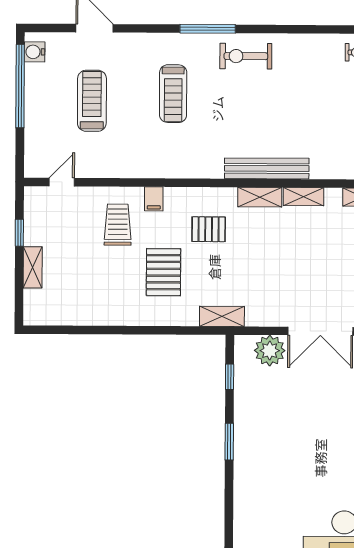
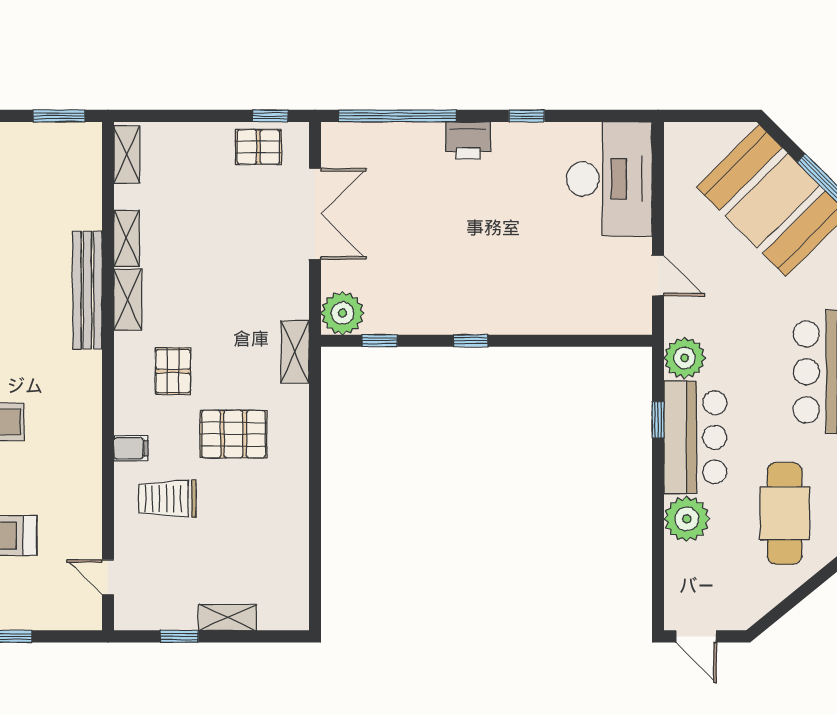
plant: (270, 351) -> (343, 313), moved
window: (229, 442) -> (470, 341), width x0.67

